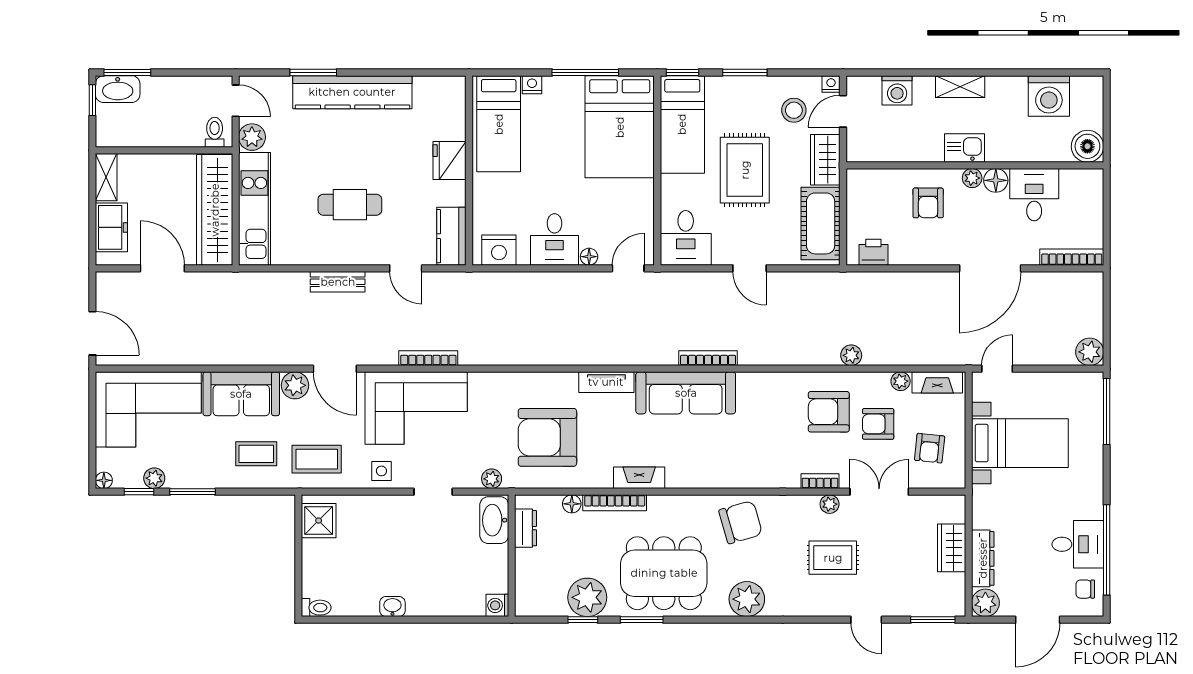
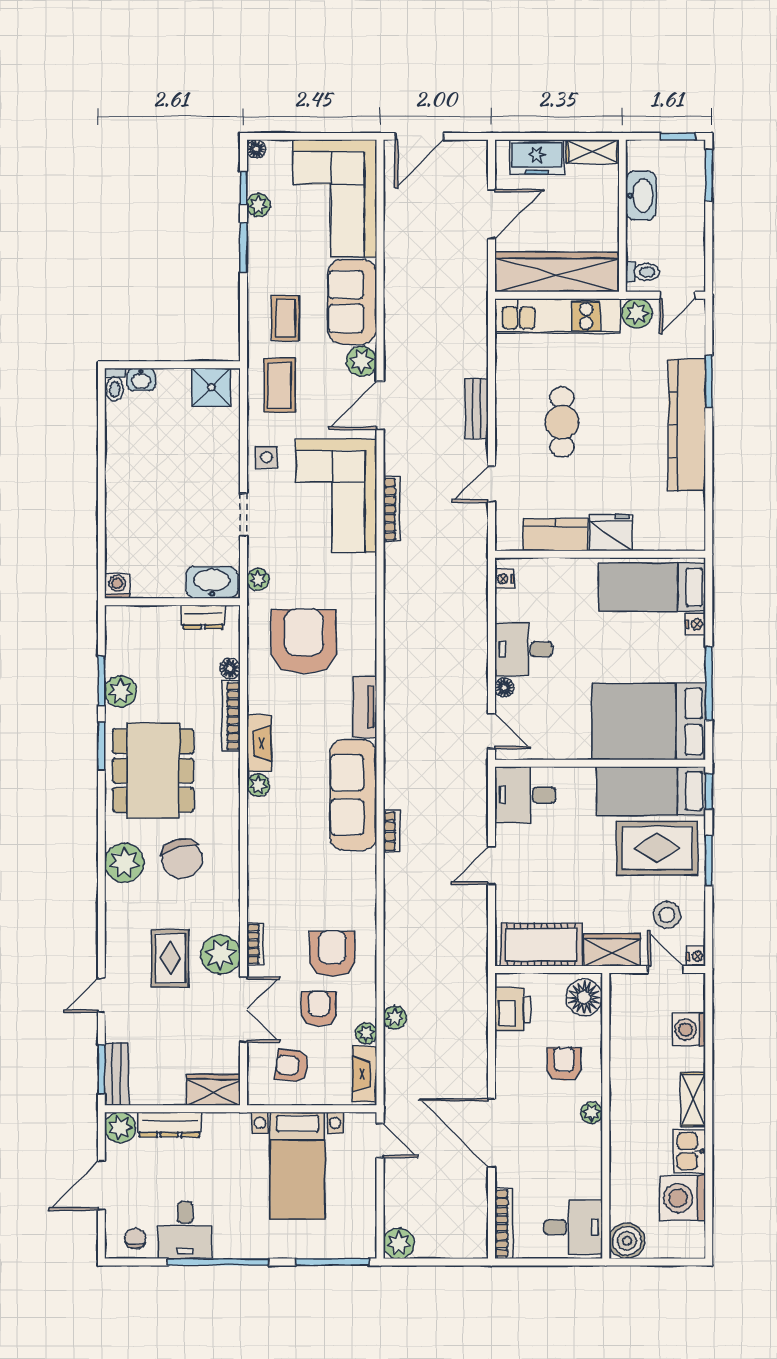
washbasin: (118, 89) -> (641, 196), moved, turned 180
kitchen sink: (965, 148) -> (689, 1151), moved, turned 180
rug: (745, 170) -> (657, 848), moved
floor lamp: (996, 180) -> (584, 997), moved, width x1.38, depth x1.38
desk: (1034, 195) -> (573, 1227), moved
armchair: (928, 203) -> (564, 1064), turned 90
kitchen counter: (451, 236) -> (555, 535), moved
nightstand: (499, 250) -> (504, 579), width x0.53, depth x0.56
printer: (873, 252) -> (513, 1009), width x1.36, depth x1.24
plant: (851, 355) -> (395, 1018), moved
bookcase: (708, 358) -> (392, 831), width x0.64
plant: (677, 478) -> (258, 785), added
plant: (830, 504) -> (221, 955), width x1.88, depth x1.88
chair: (741, 522) -> (182, 859), moved
wardrobe: (952, 548) -> (213, 1090), moved
window: (1107, 550) -> (218, 1262), moved
plant: (587, 597) -> (120, 691), width x0.73, depth x0.73
bench: (937, 606) -> (117, 1074), added
washbasin: (392, 607) -> (141, 379), moved, turned 90
window: (583, 620) -> (101, 681), width x1.50
door: (1038, 620) -> (101, 1186), hinge flipped

